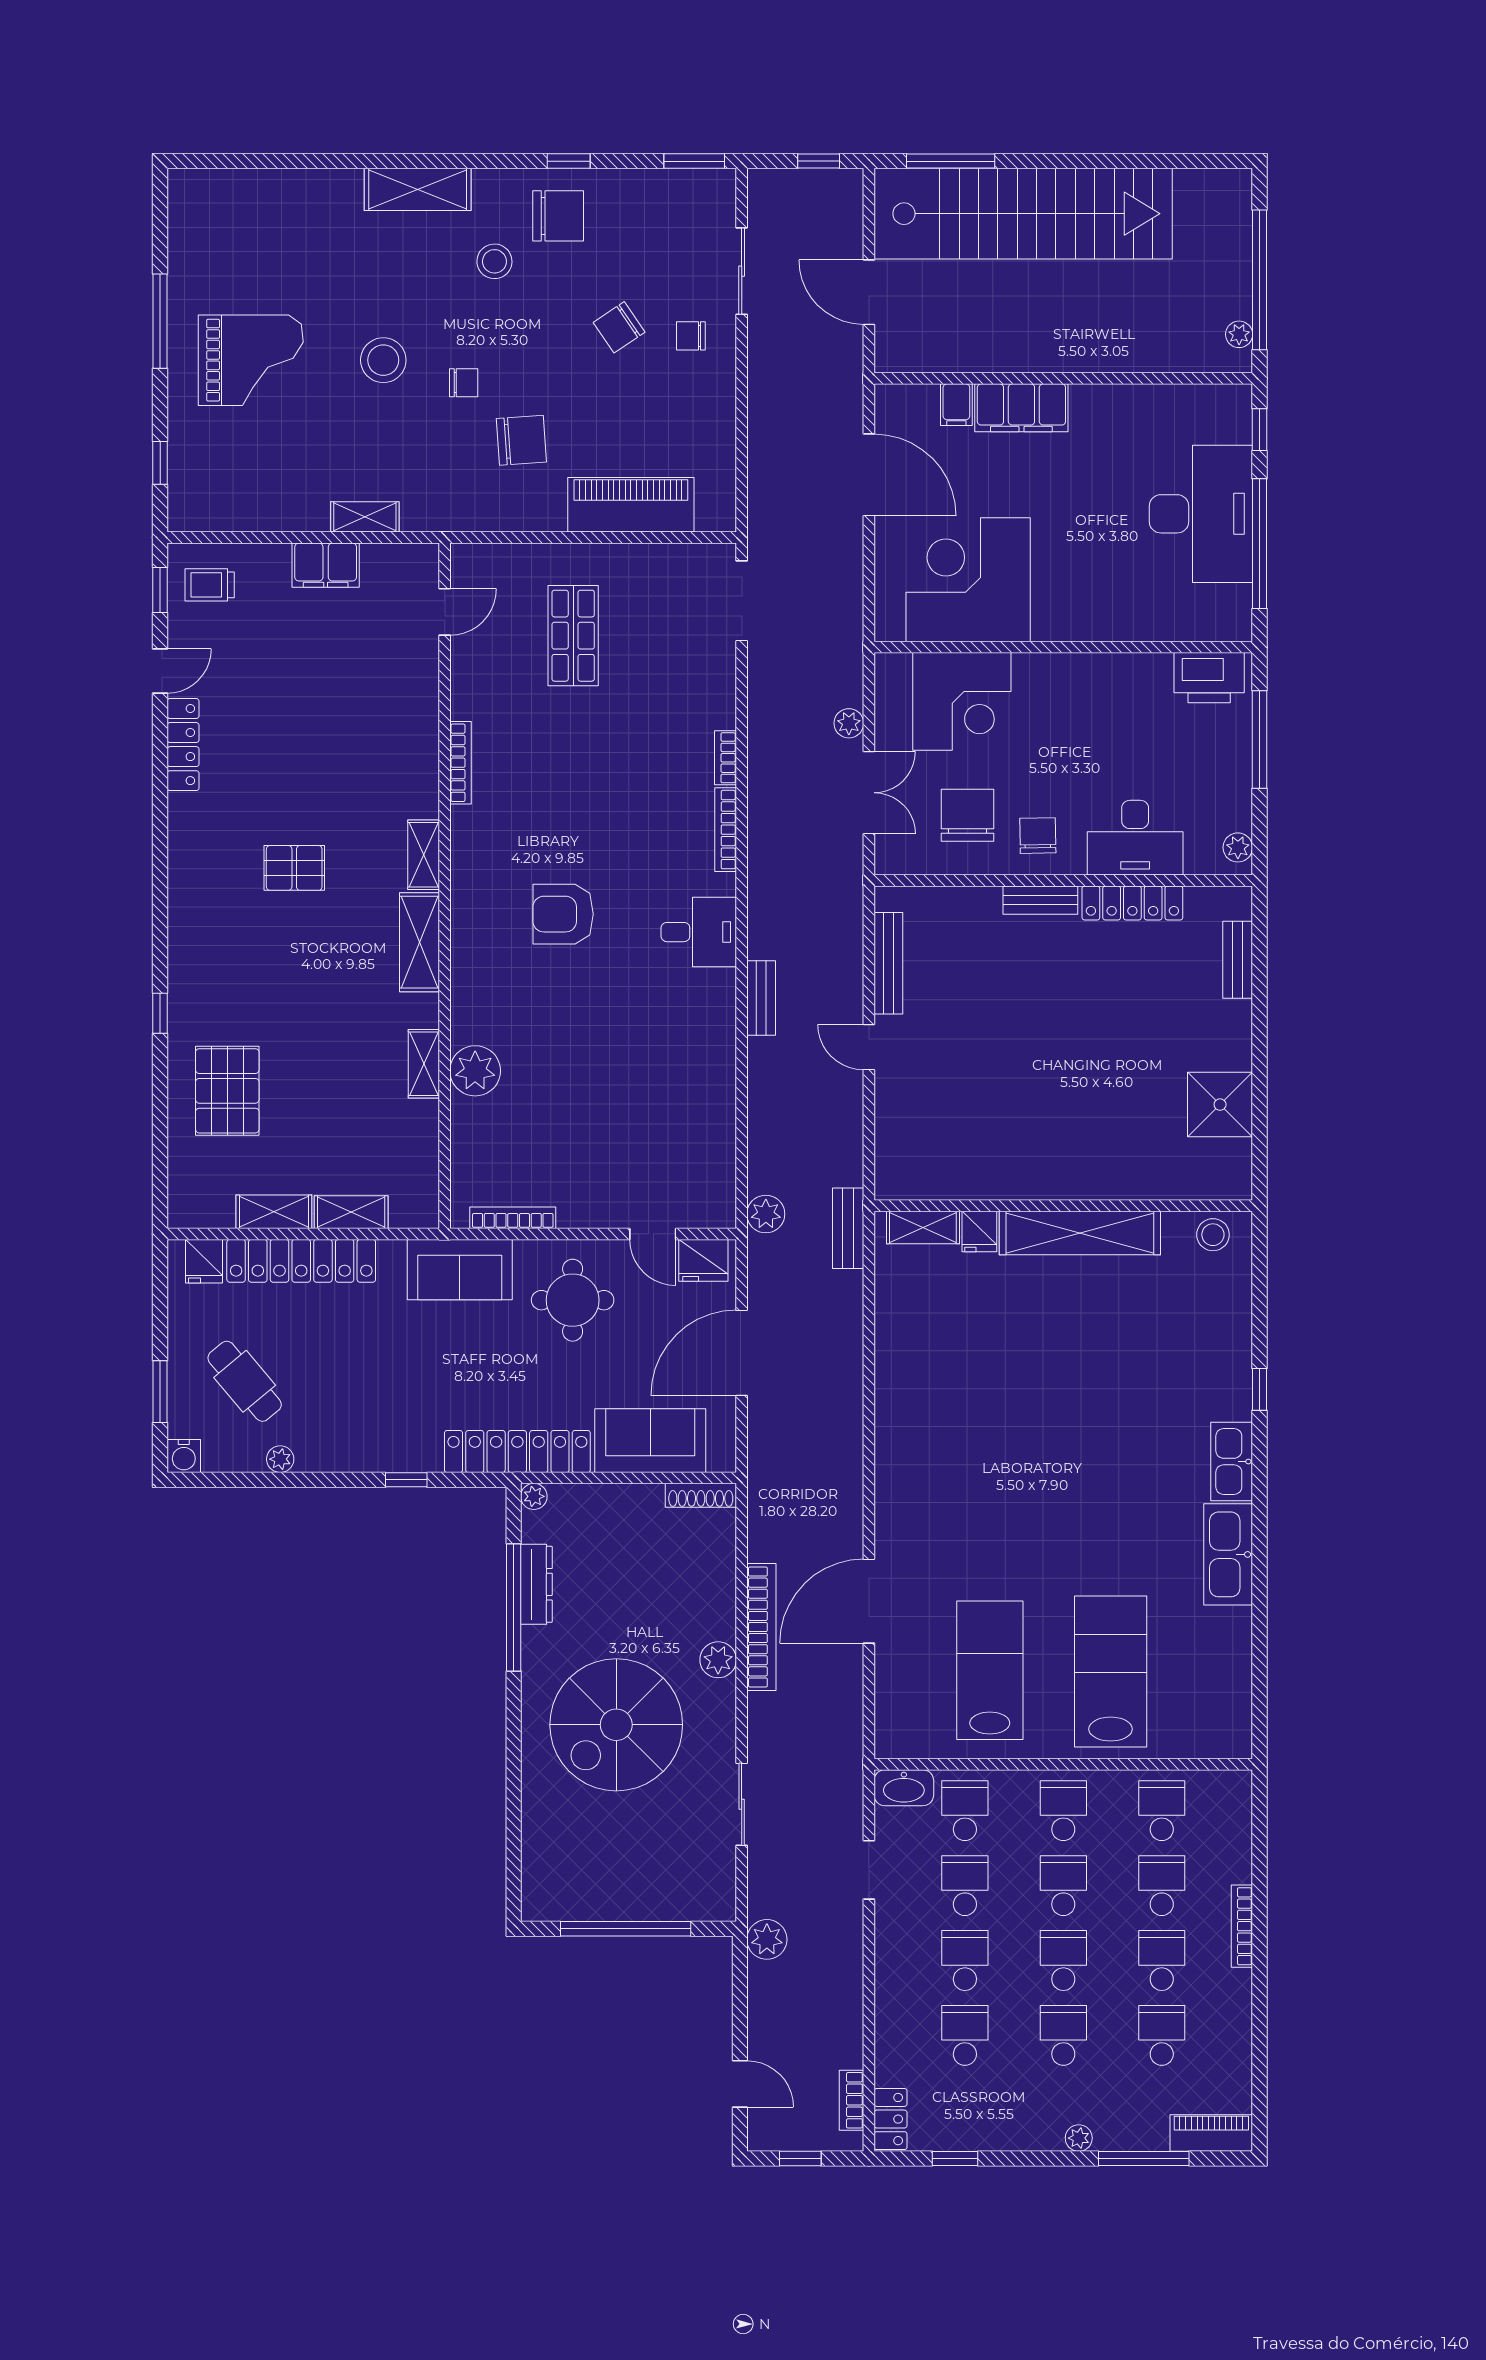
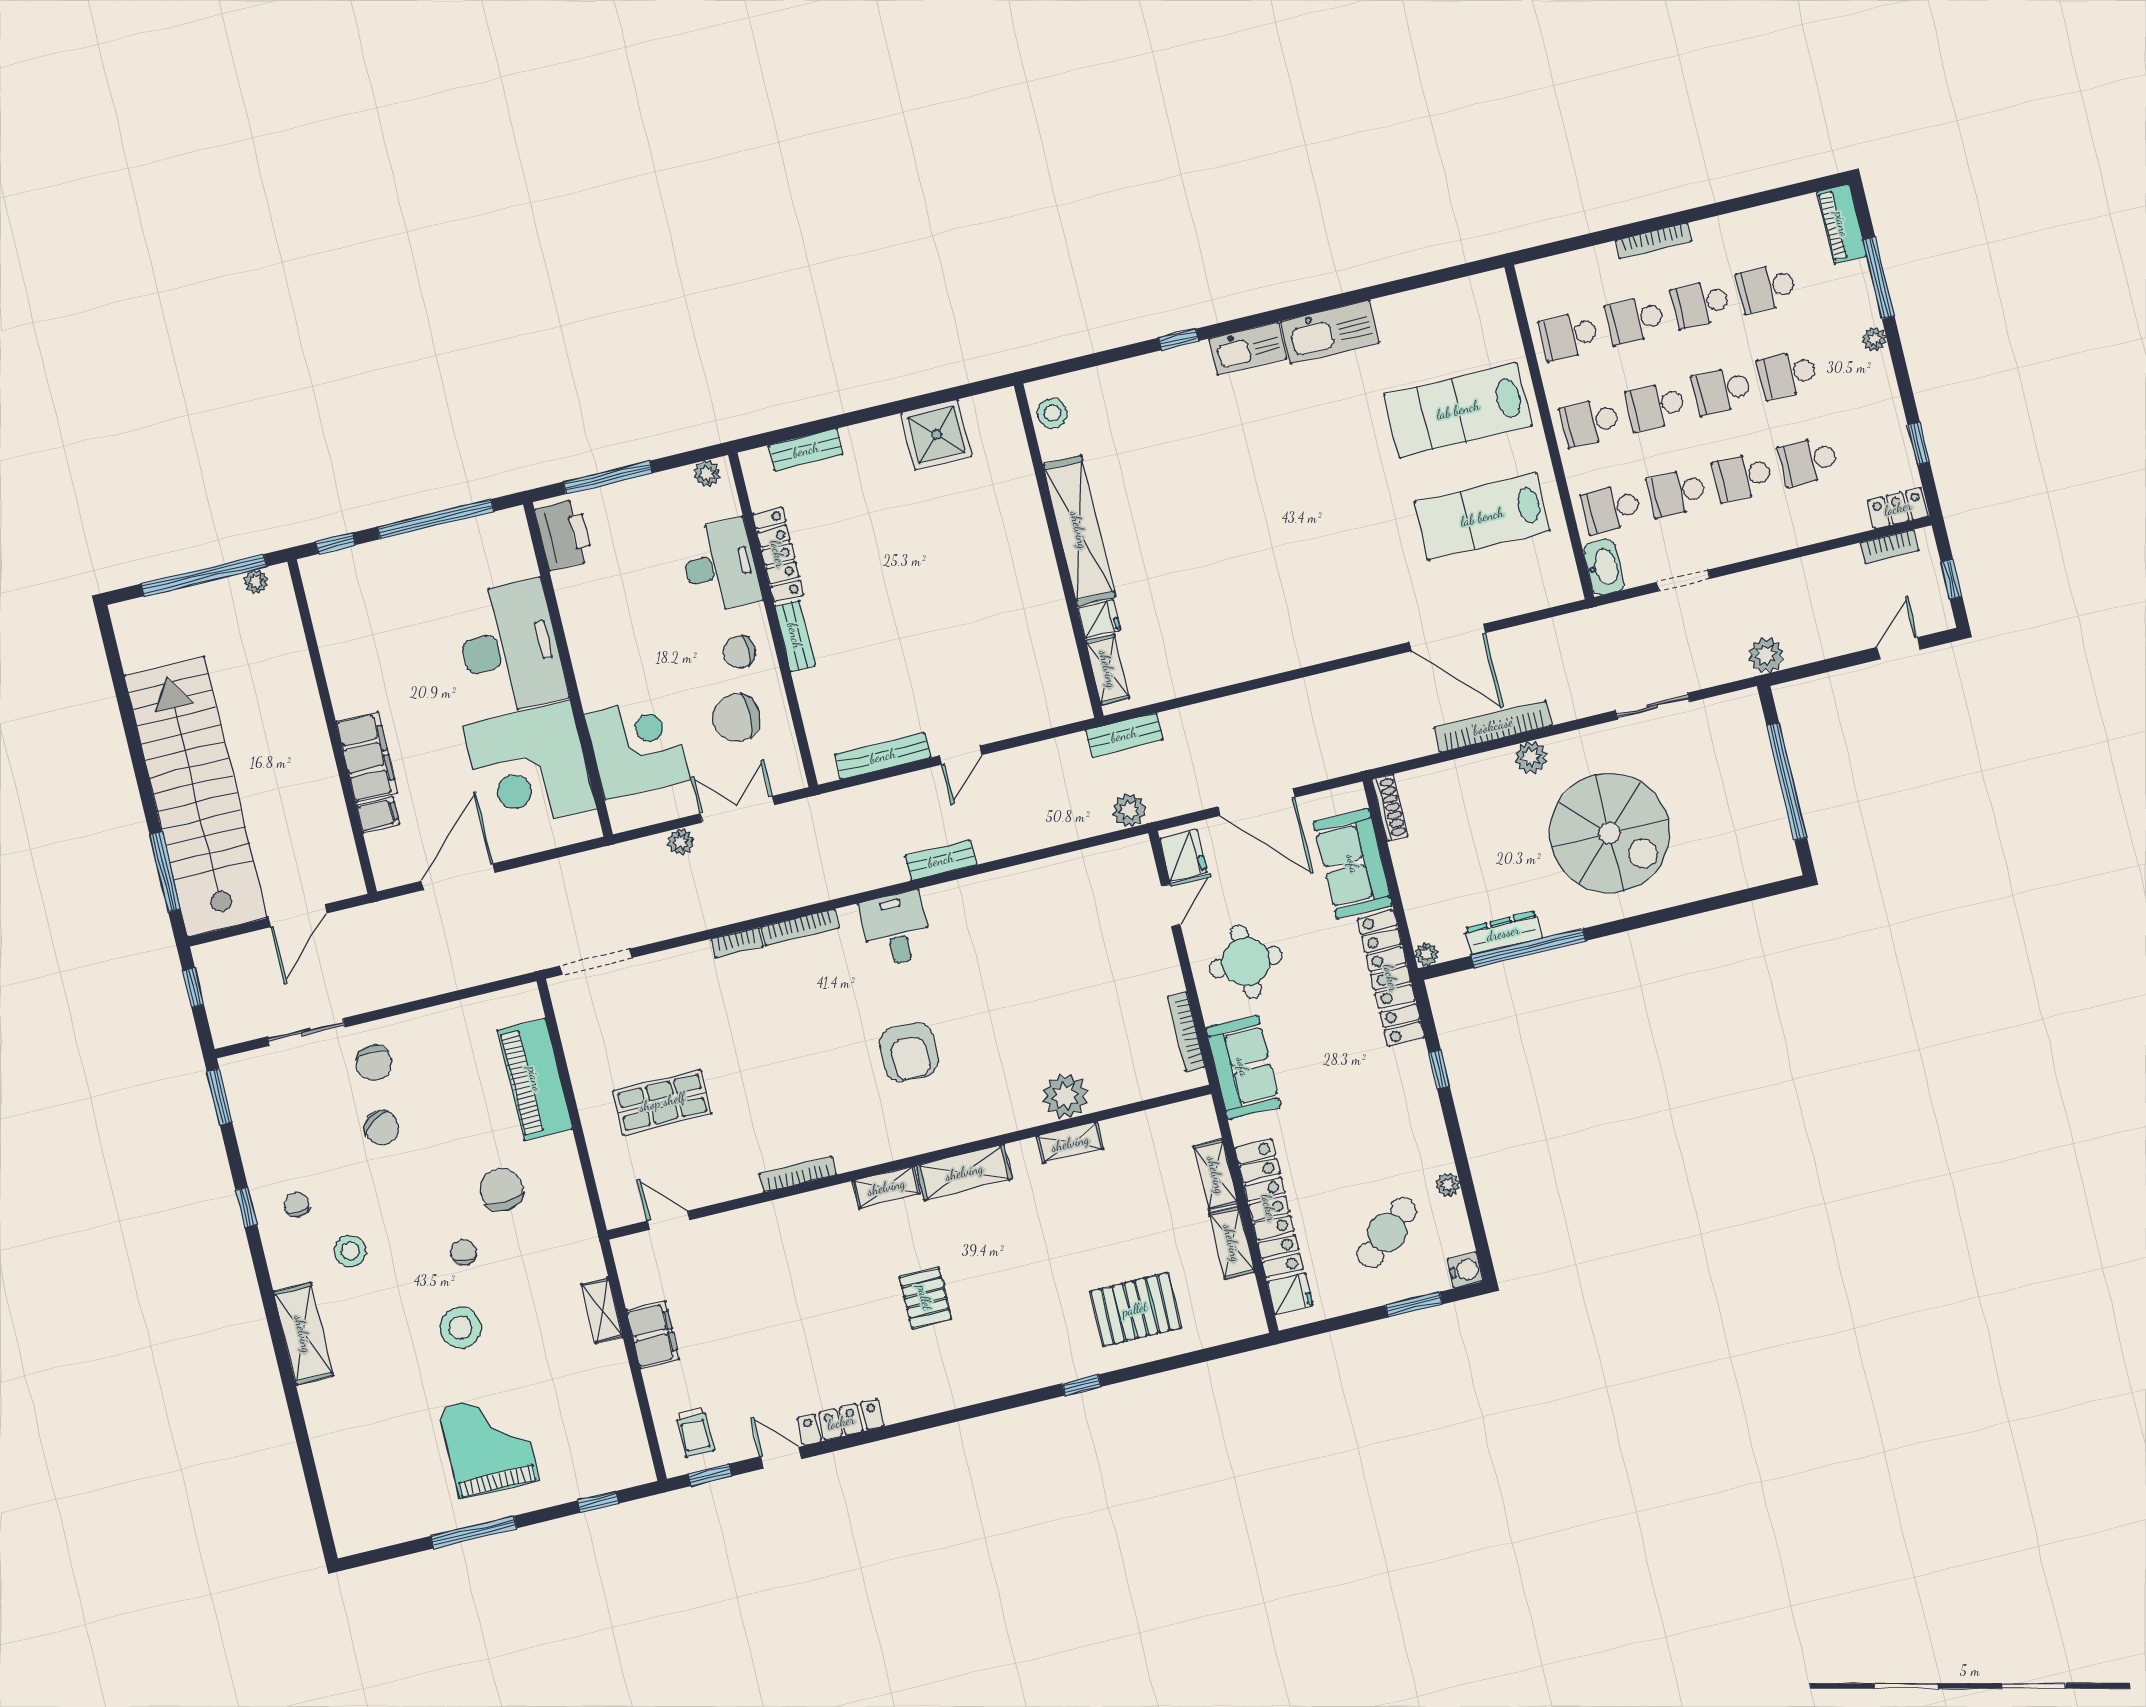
chair: (558, 216) -> (297, 1205), width x0.54, depth x0.54
chair: (691, 336) -> (374, 1063), width x1.37, depth x1.37
desk: (1201, 514) -> (510, 648), moved, turned 90

